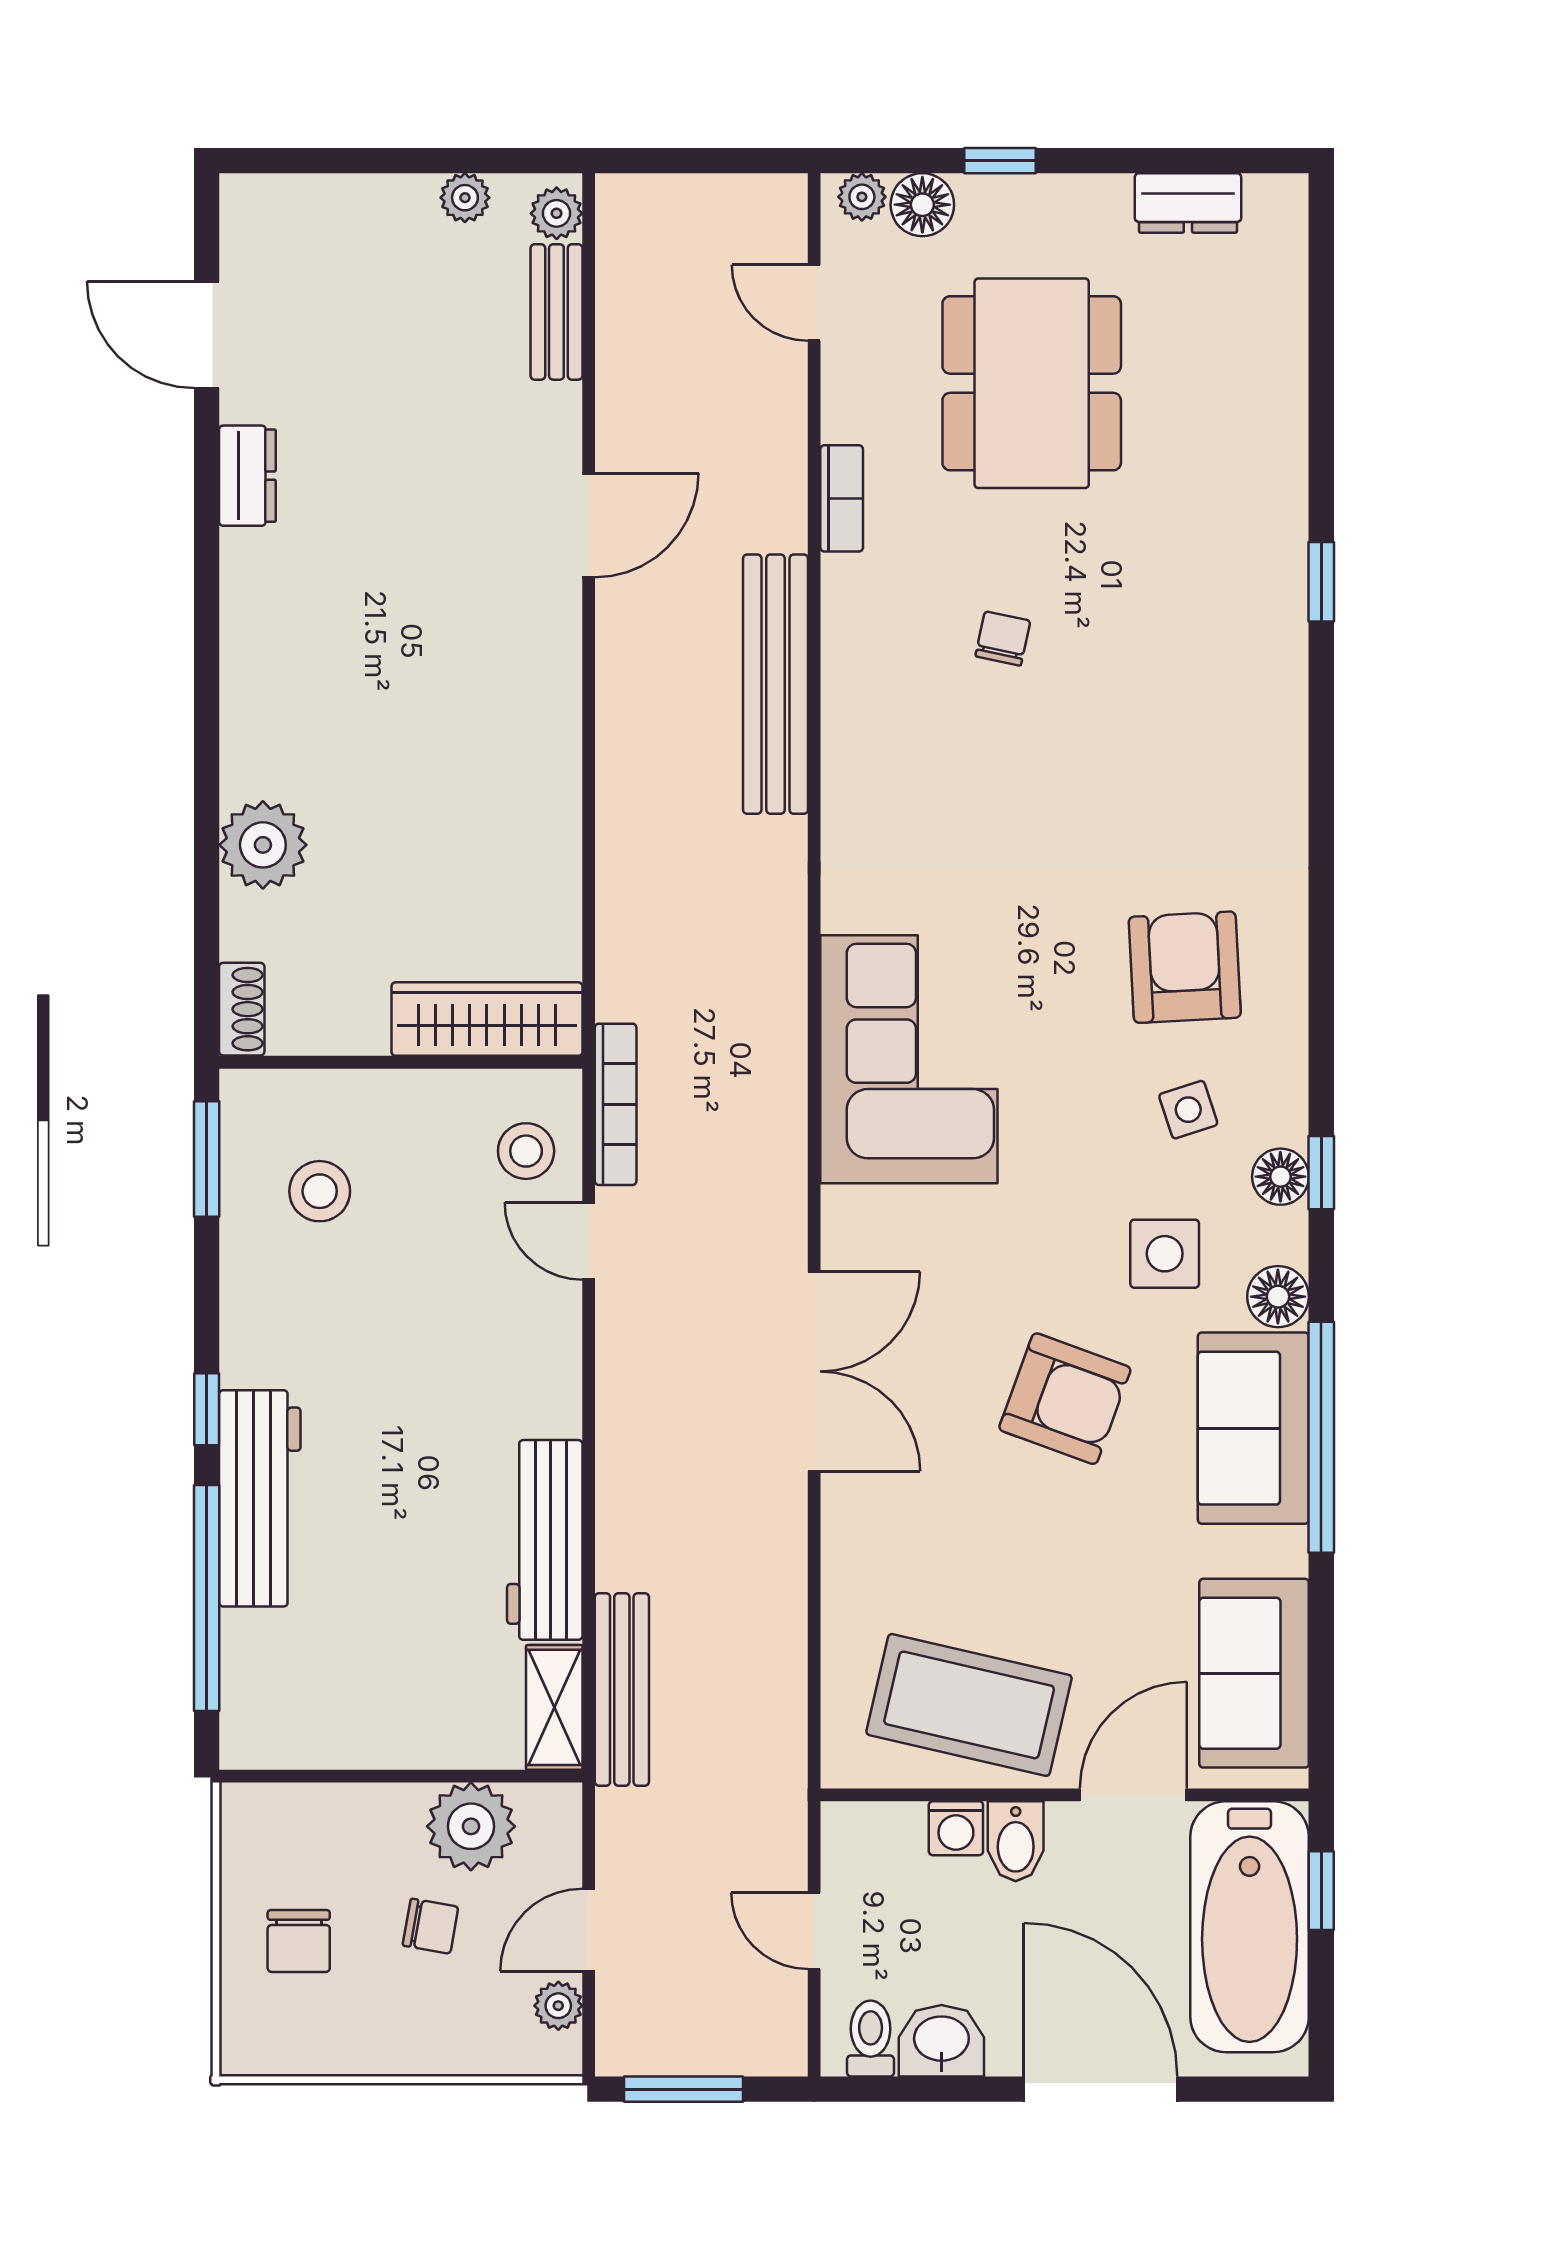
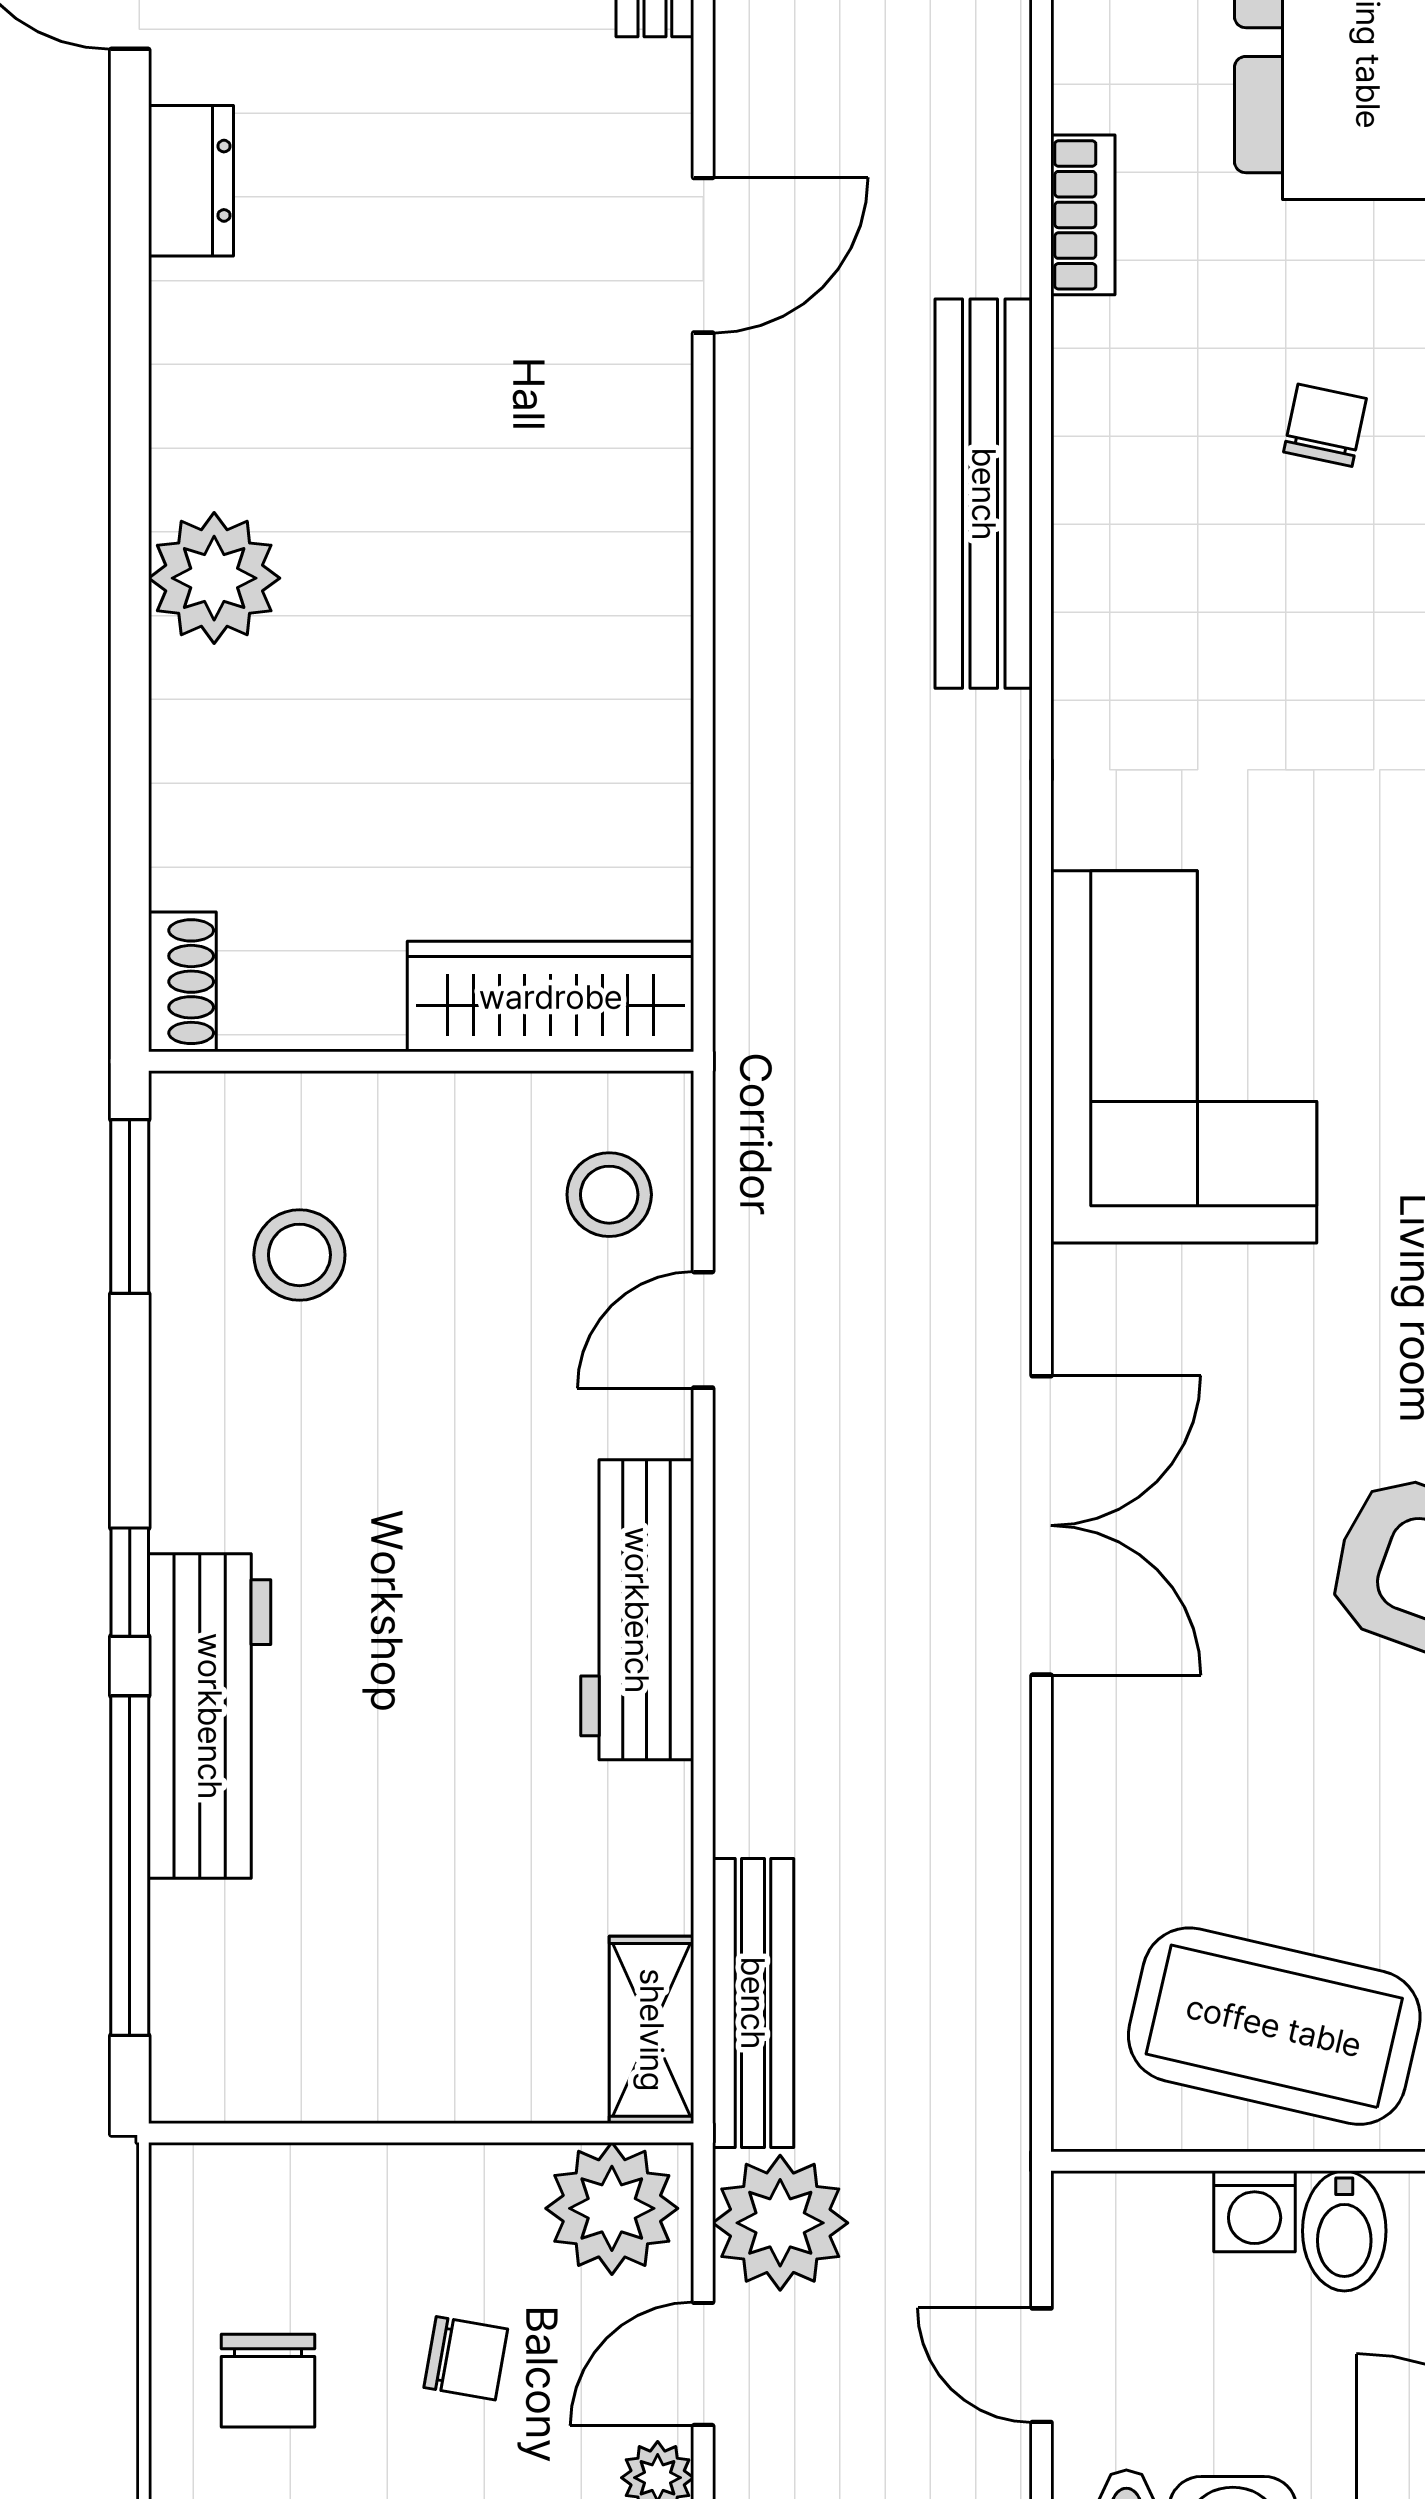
plant: (263, 845) -> (214, 578), moved
bookcase: (616, 1104) -> (744, 1125), removed
door: (589, 1241) -> (703, 1330), hinge flipped
workbench: (545, 1540) -> (637, 1610), moved
plant: (471, 1826) -> (612, 2208), moved
plant: (640, 1836) -> (780, 2223), added

